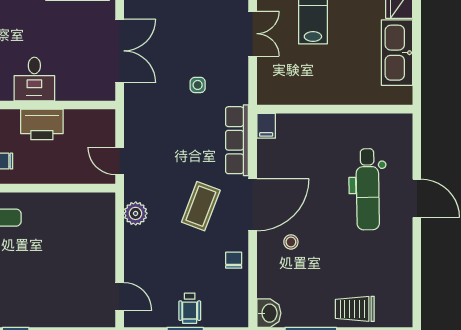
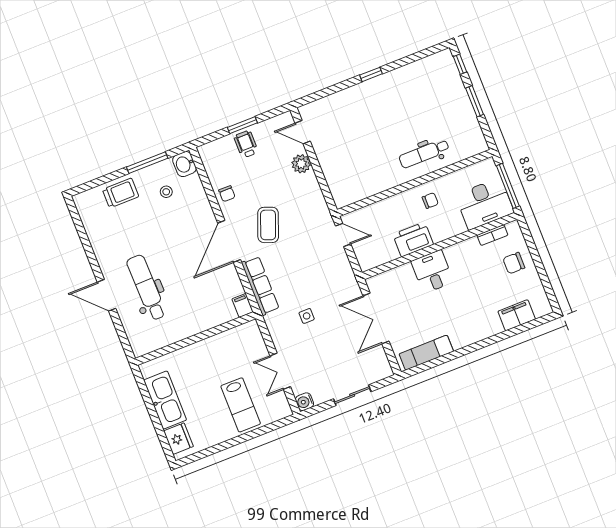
plant: (136, 213) -> (301, 164), moved
stool: (291, 242) -> (166, 192), moved

